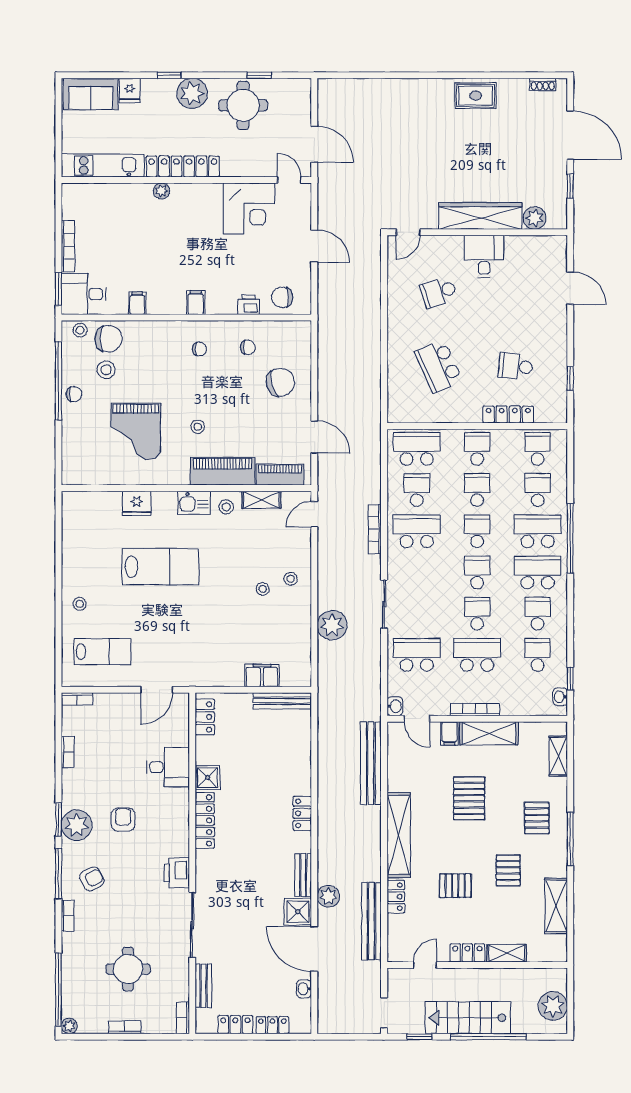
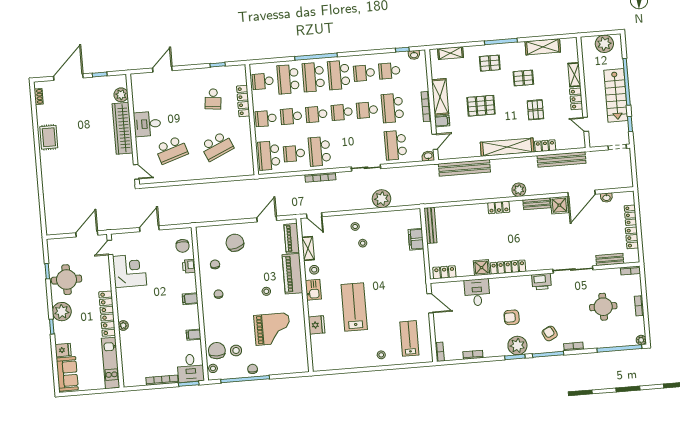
school desk: (439, 292) -> (171, 150), width x1.85
school desk: (538, 490) -> (288, 79), width x1.85
plant: (328, 896) -> (519, 190), moved

